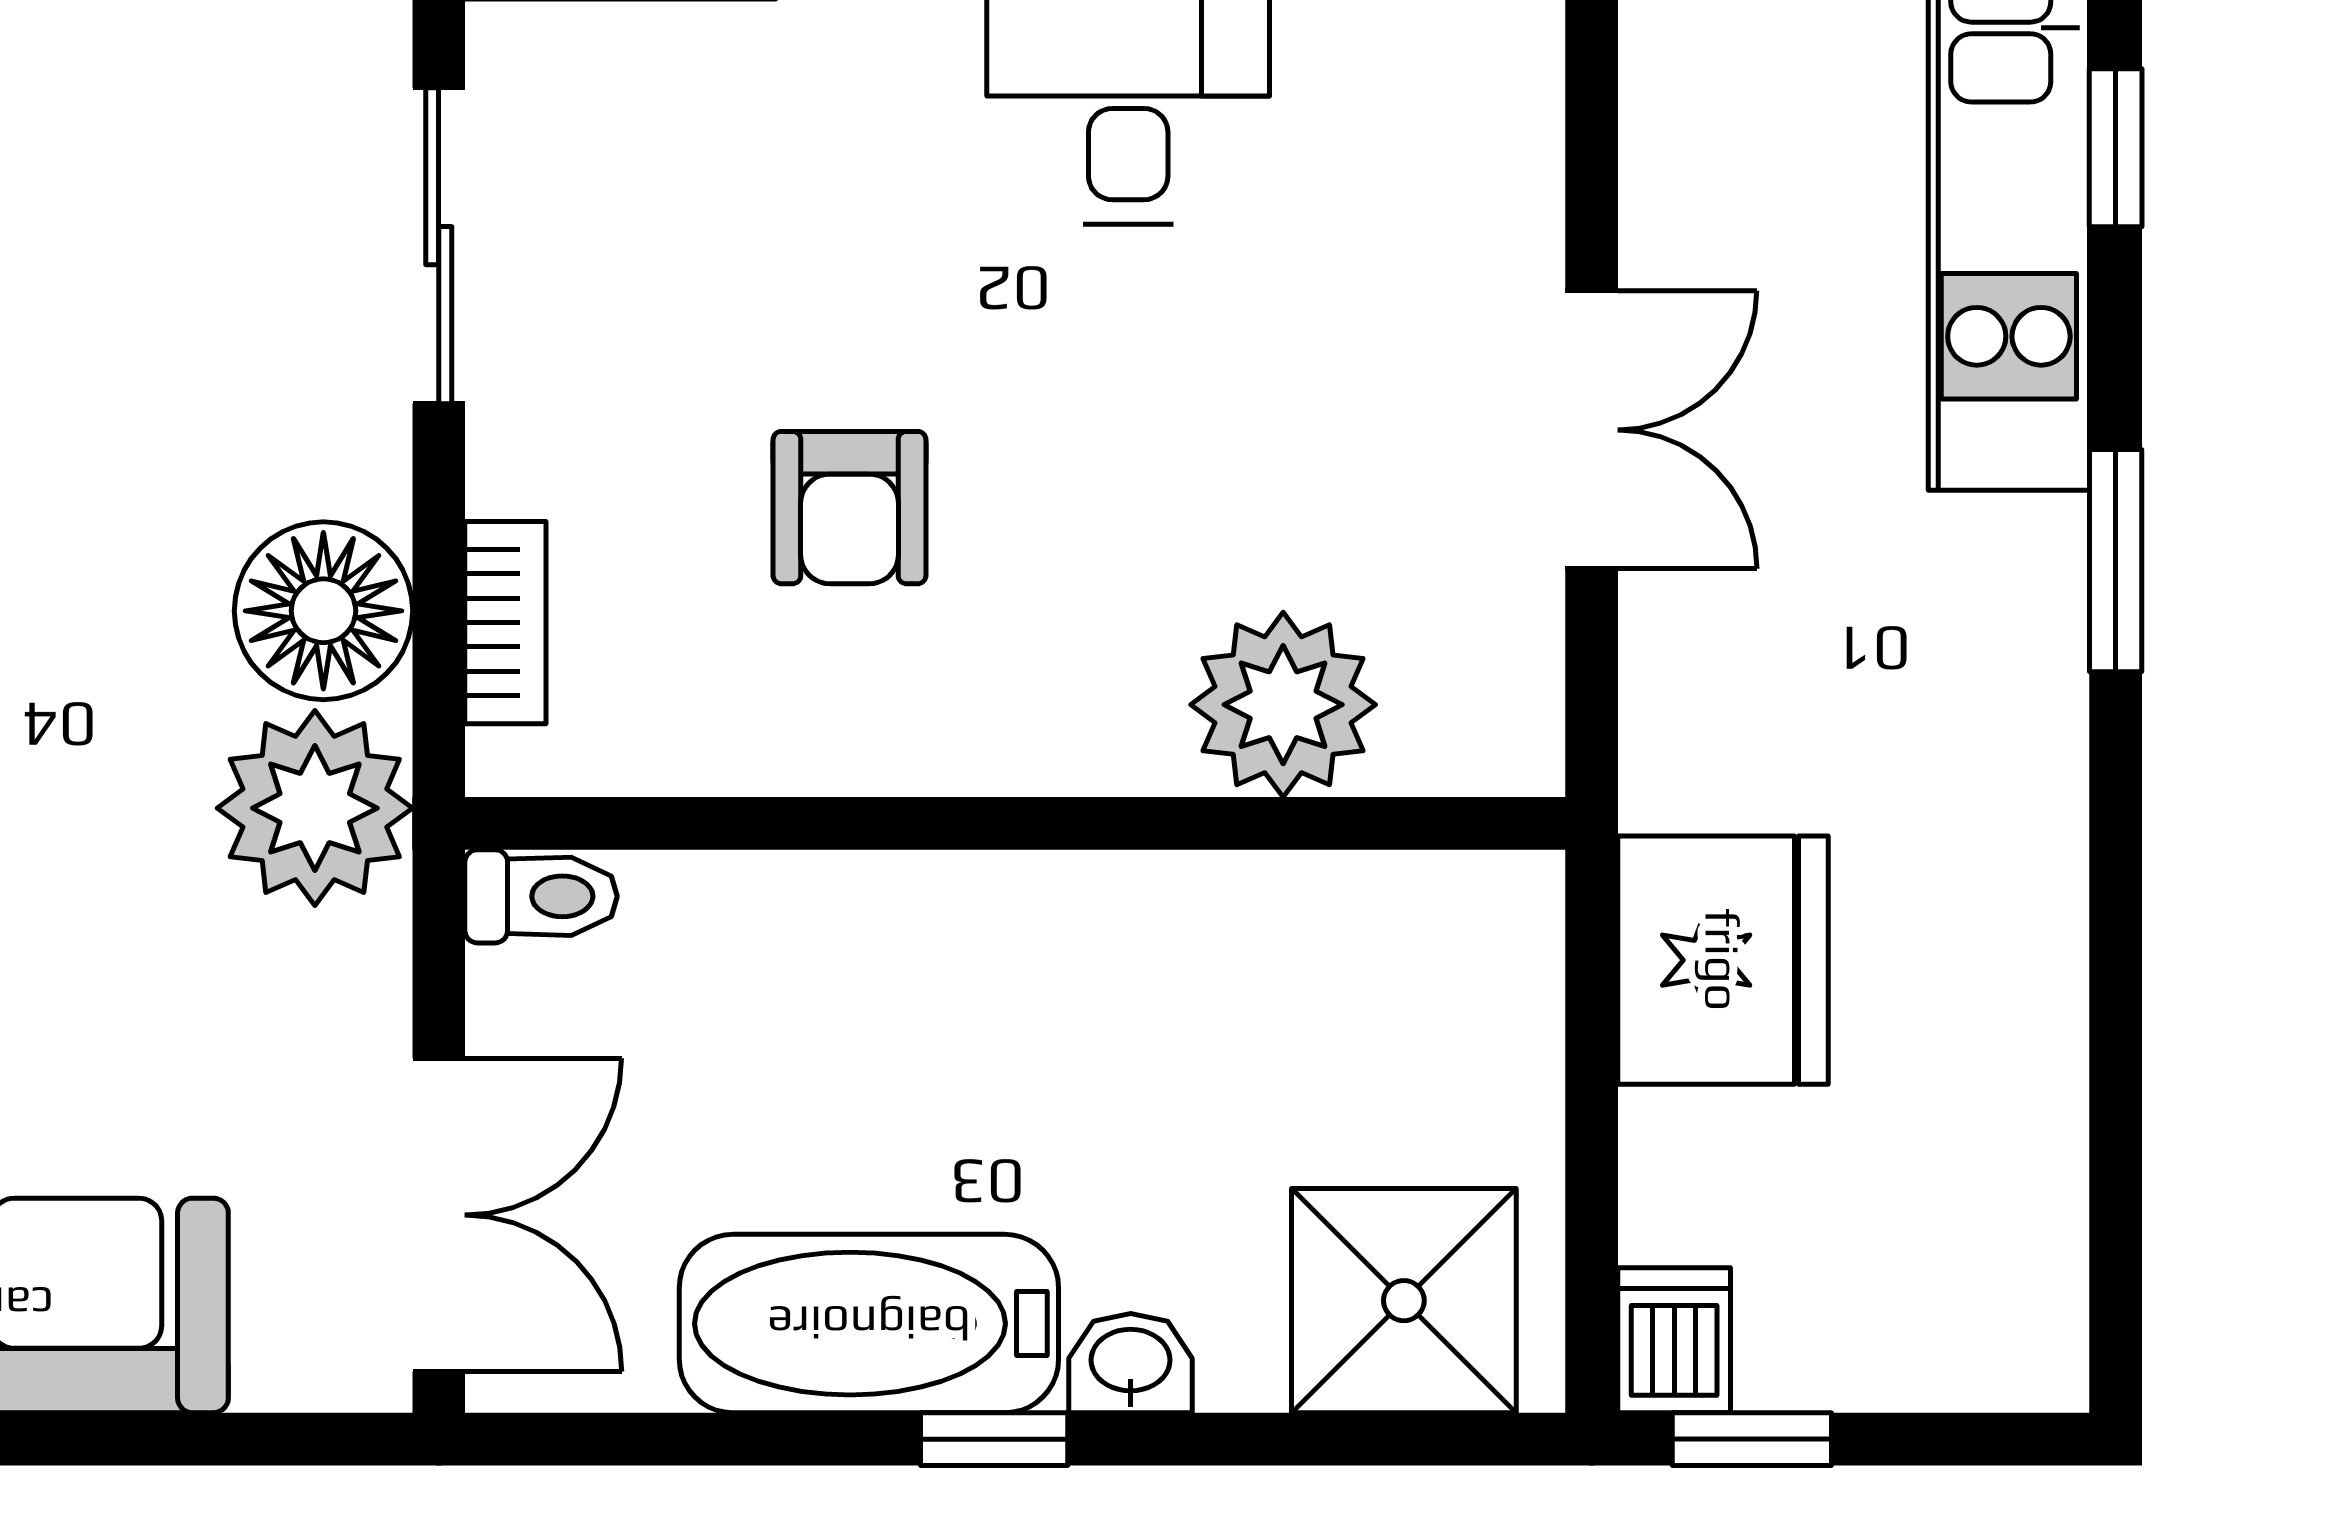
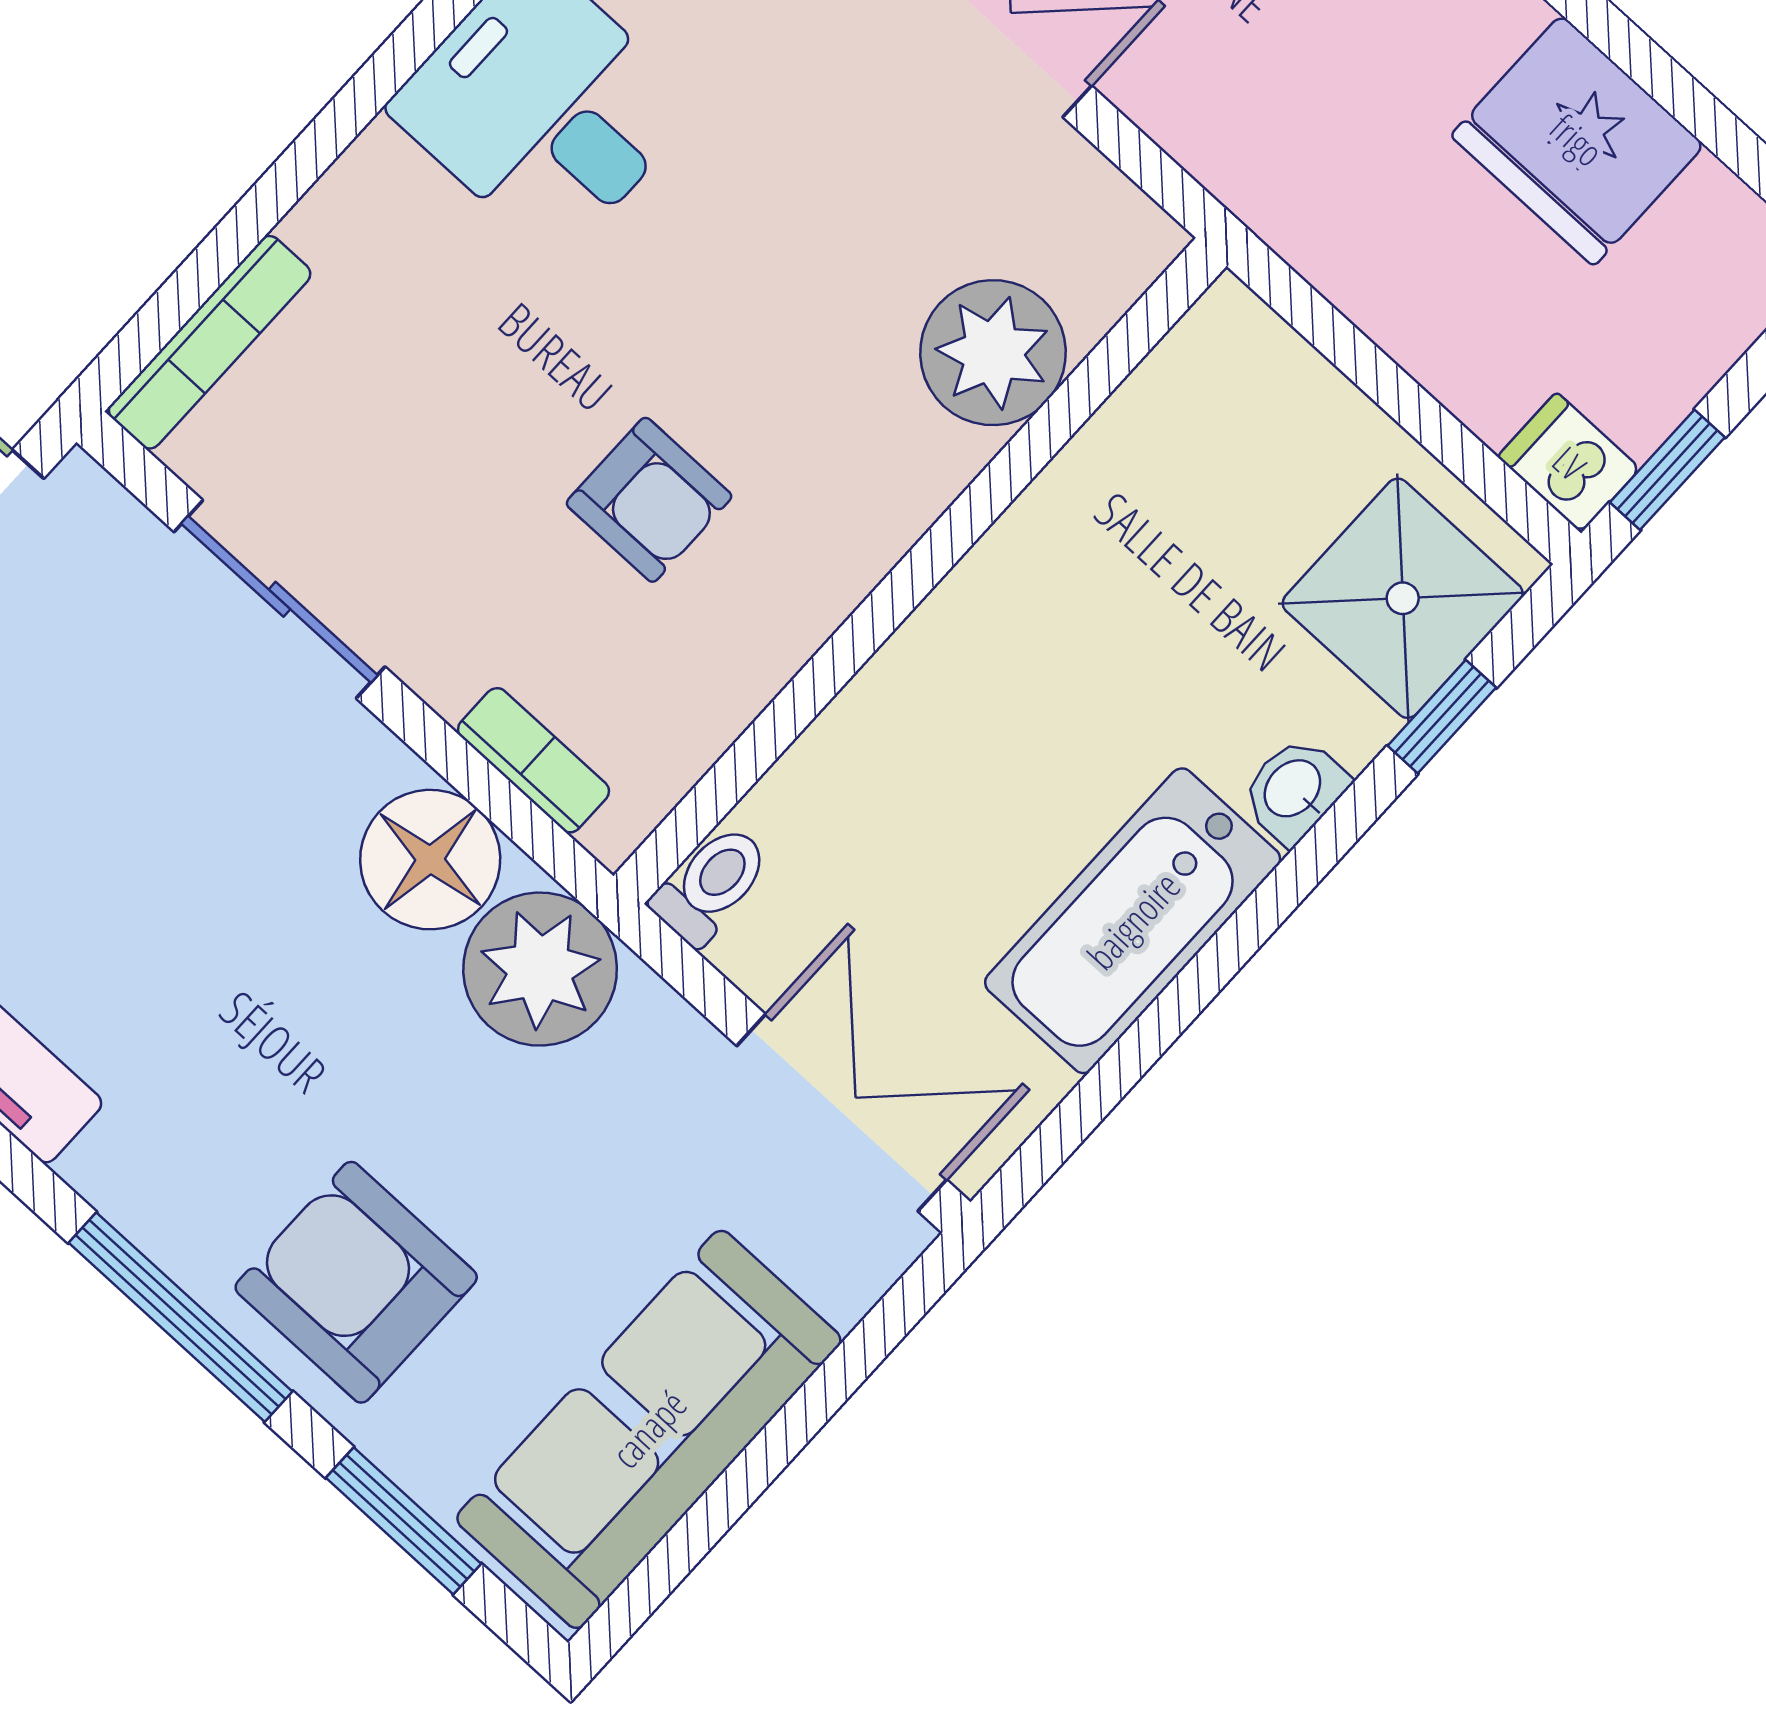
fridge: (1723, 960) -> (1577, 140), moved, turned 180
window: (994, 1439) -> (1442, 717), moved

